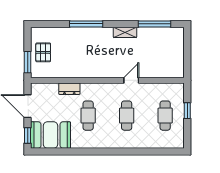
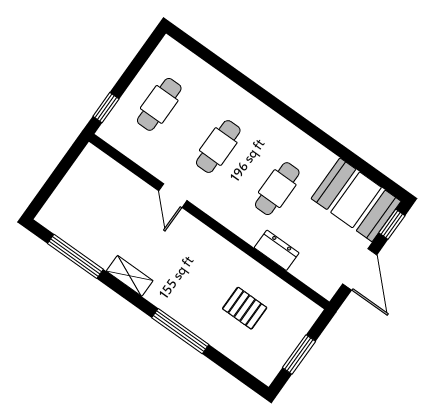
pallet: (43, 52) -> (245, 308), moved, turned 90
window: (28, 62) -> (299, 354), moved
door: (131, 80) -> (173, 196), hinge flipped
window: (187, 111) -> (106, 108), moved

